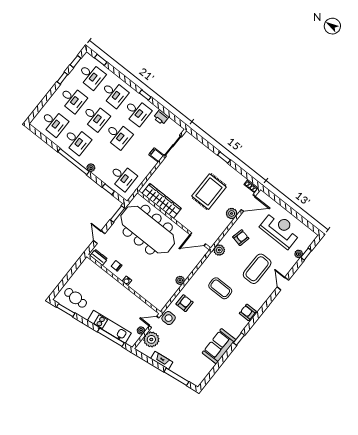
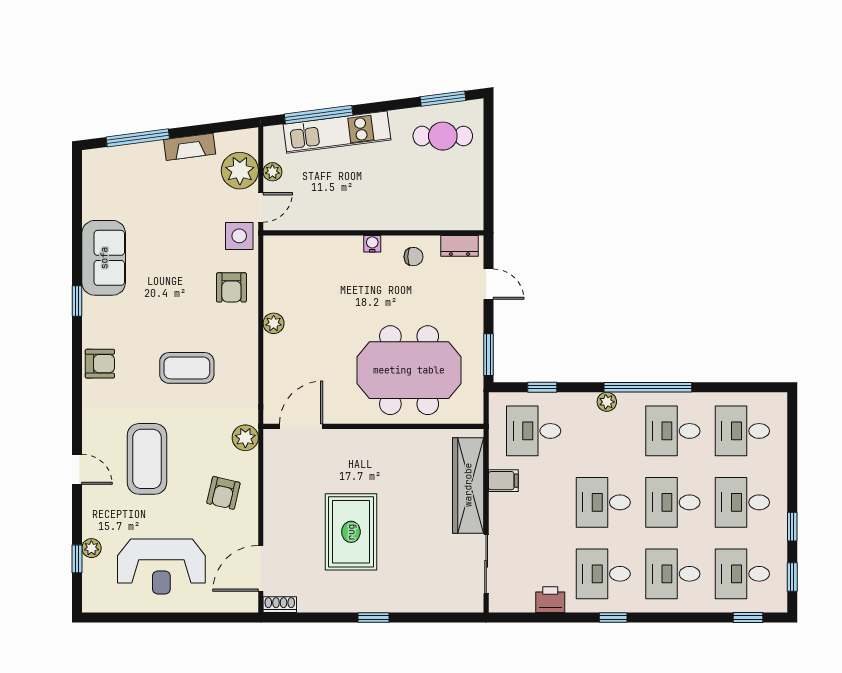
filing cabinet: (156, 155) -> (503, 481), moved
wardrobe: (162, 201) -> (468, 485), moved, turned 90
plant: (232, 213) -> (276, 524), removed
meeting table: (148, 230) -> (409, 370), width x0.73

